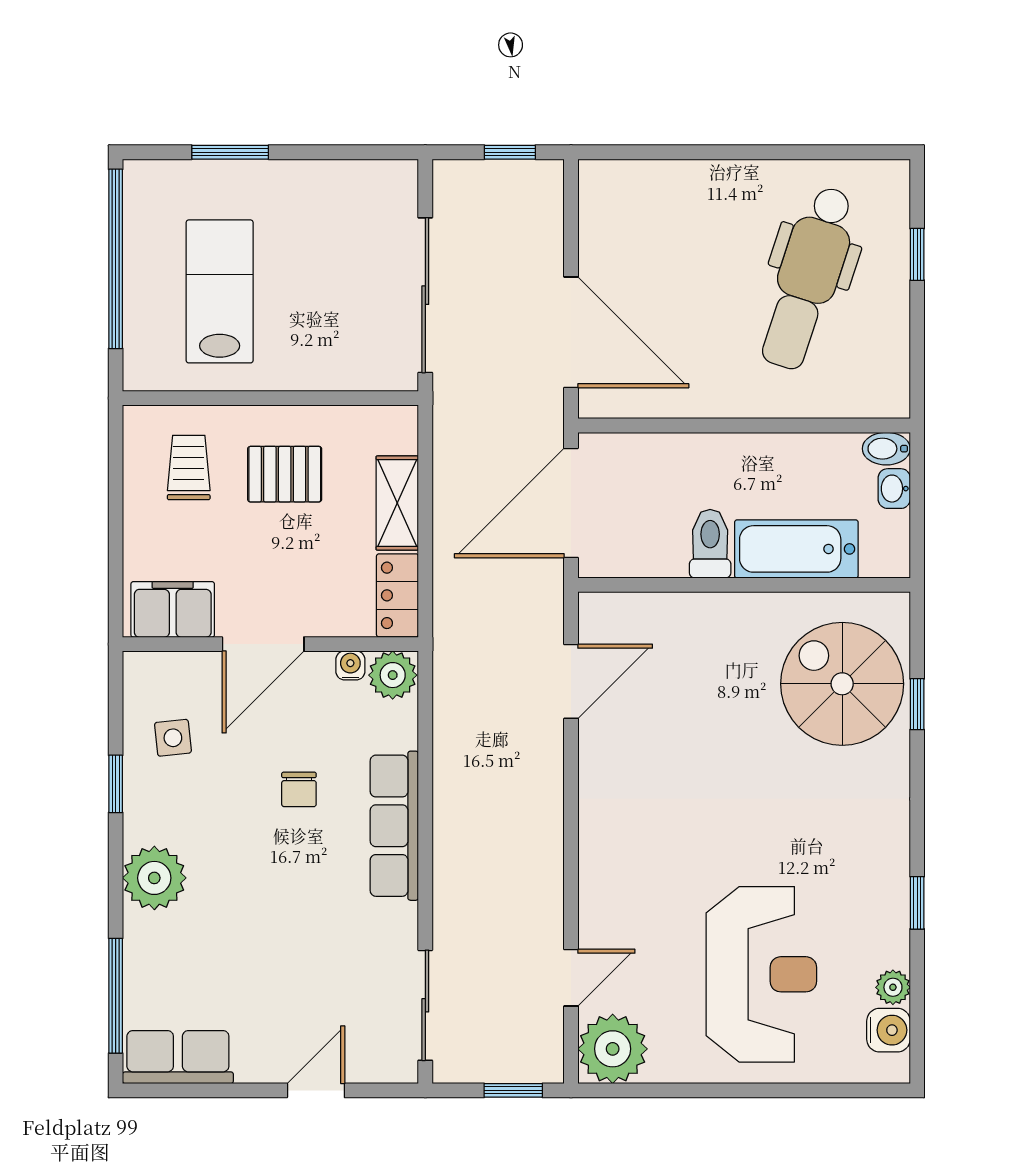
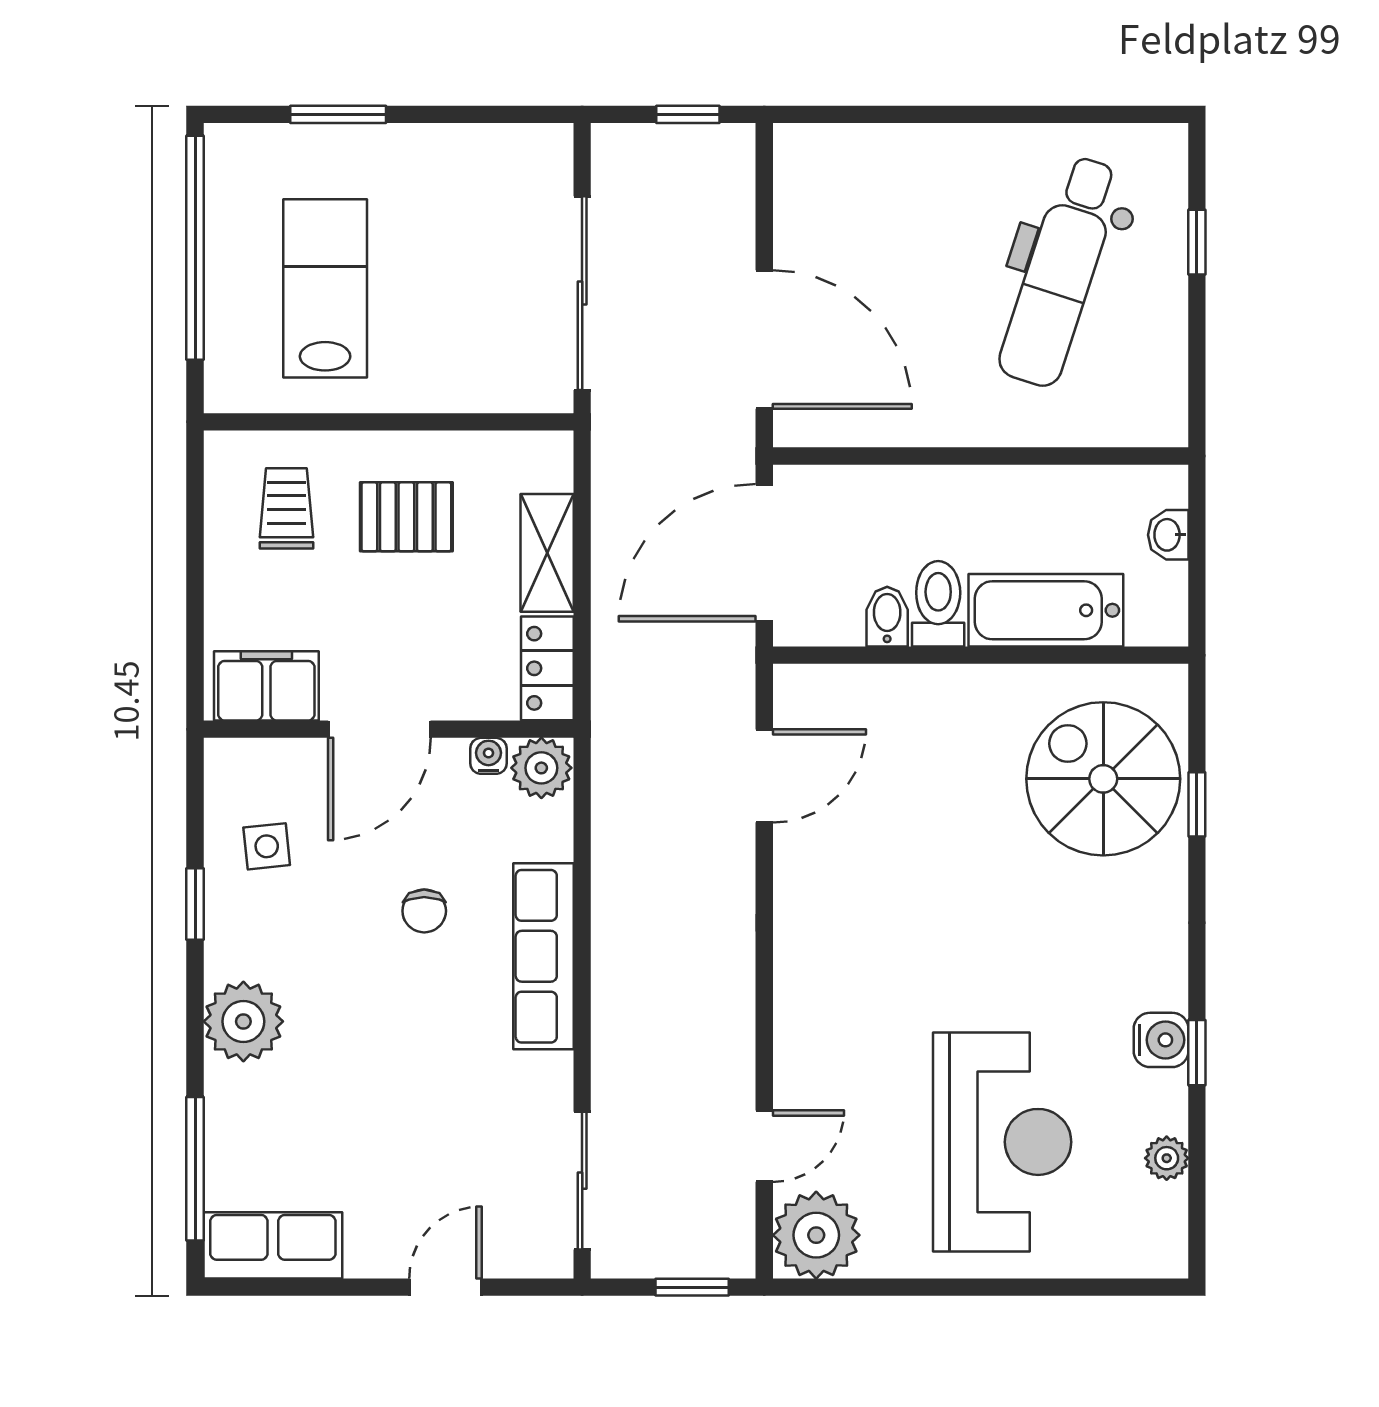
bidet: (886, 449) -> (887, 617), moved, turned 90
water cooler: (888, 1030) -> (1161, 1040), moved

